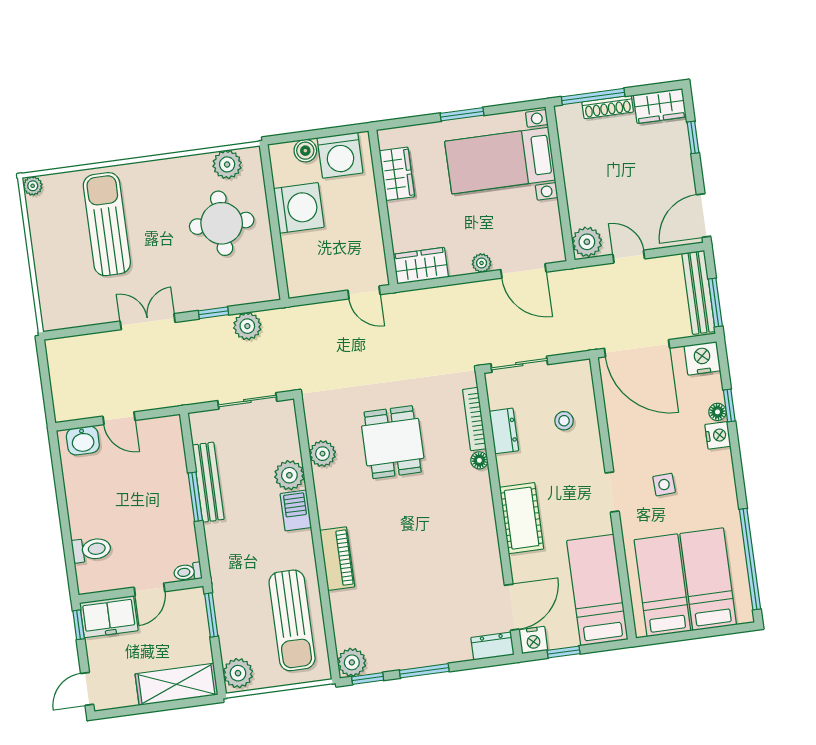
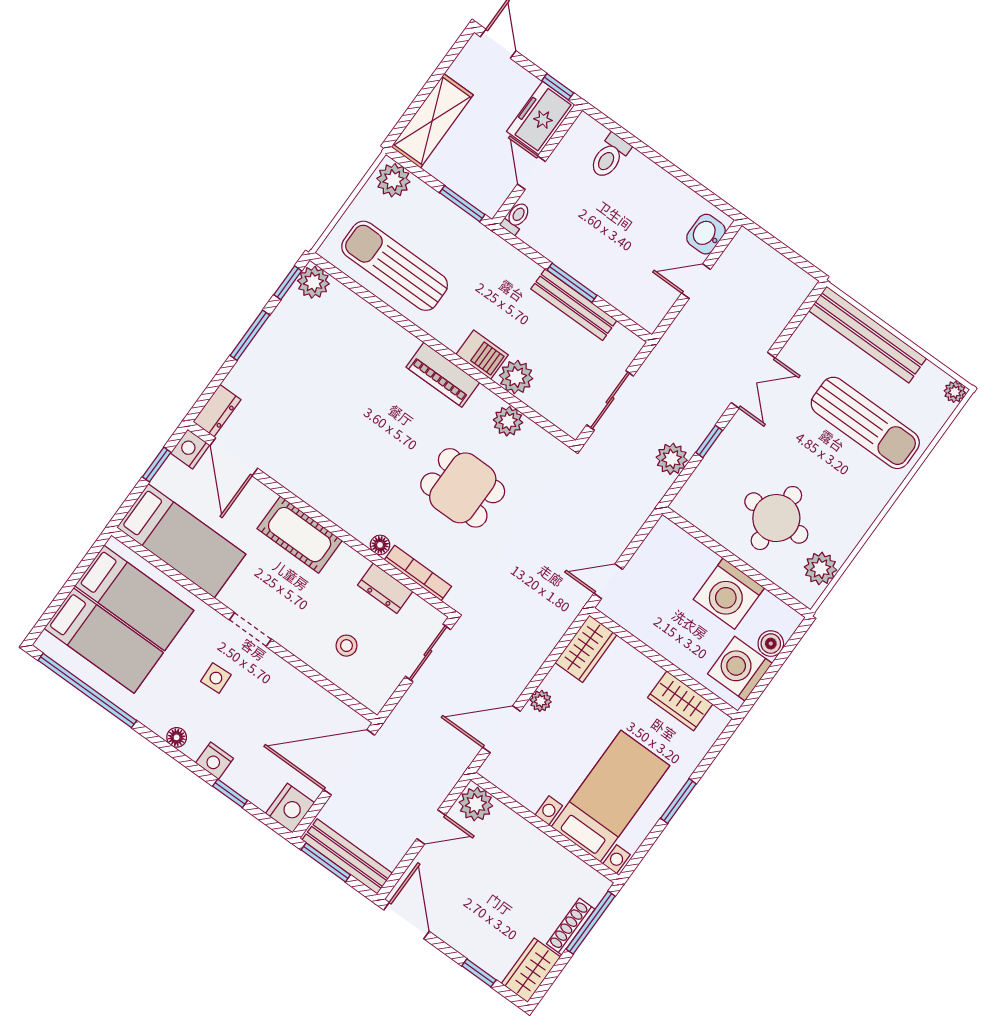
bench: (49, 276) -> (868, 335), added
floor lamp: (717, 412) -> (177, 737), moved
piano: (337, 559) -> (443, 375), moved

